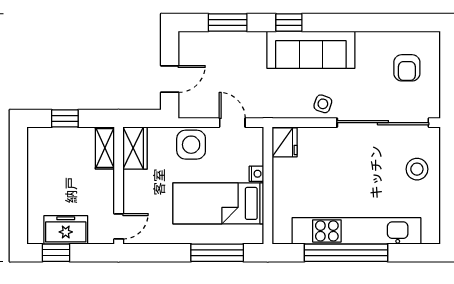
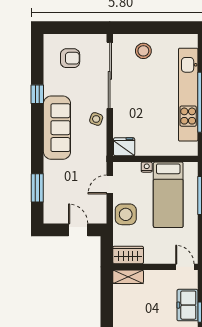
window: (289, 22) -> (37, 94), moved
window: (65, 118) -> (107, 306), removed

